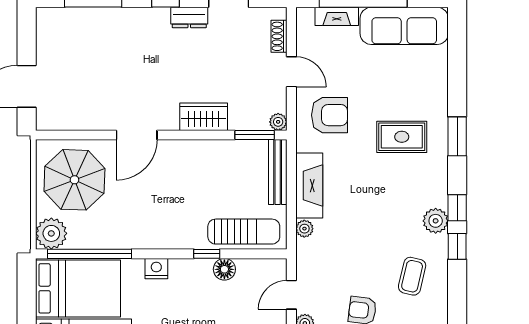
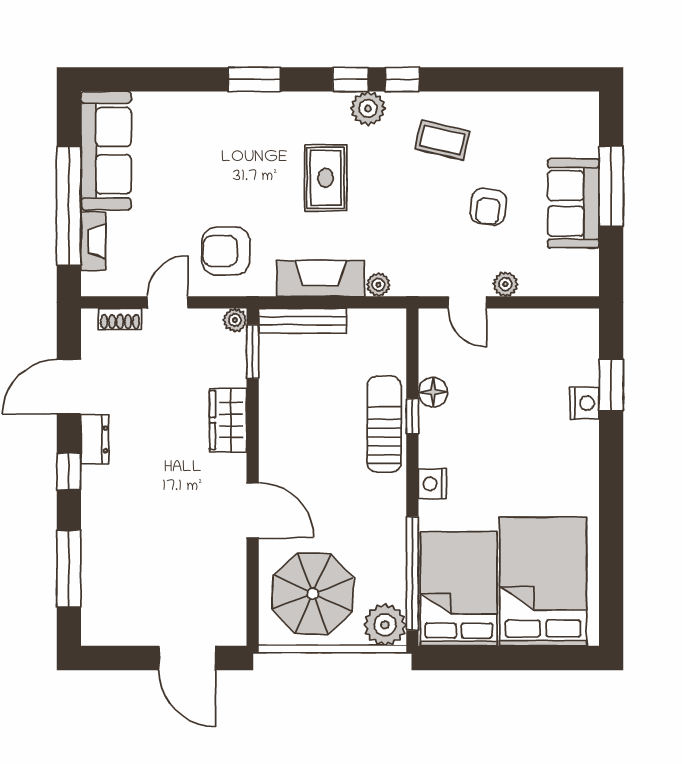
armchair: (330, 115) -> (226, 251), turned -90
rug: (402, 137) -> (326, 178), moved
sun lounger: (244, 232) -> (384, 424), moved

